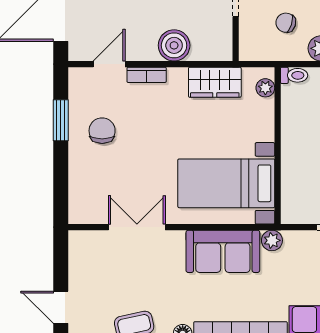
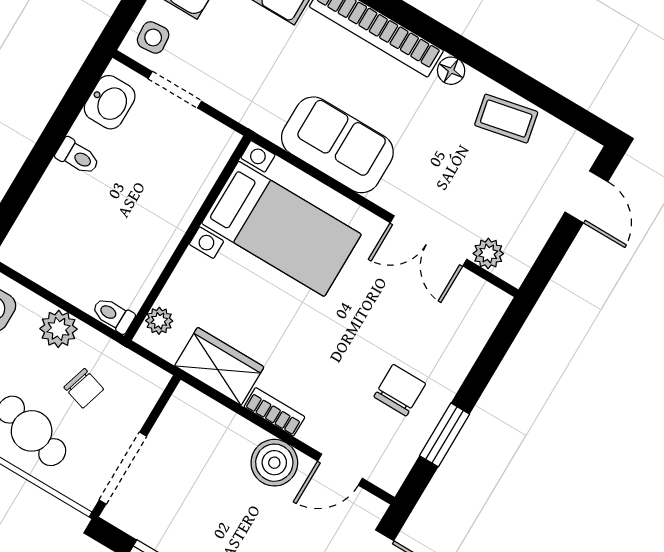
boiler: (174, 45) -> (274, 463), moved
bookcase: (147, 75) -> (274, 412), moved
chair: (102, 131) -> (400, 390), turned 180
plant: (272, 240) -> (488, 254), moved

